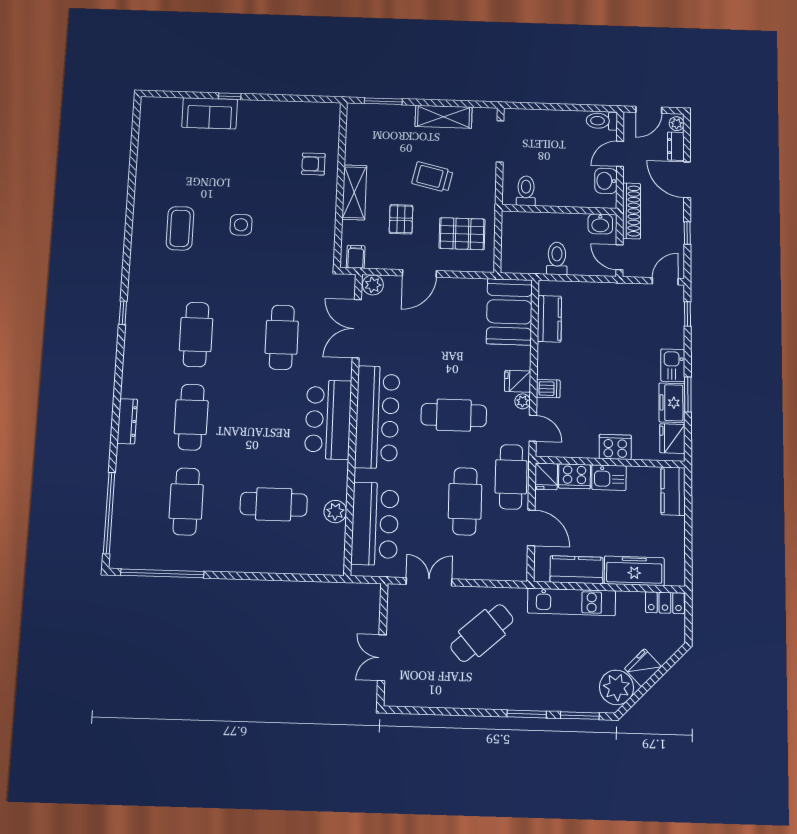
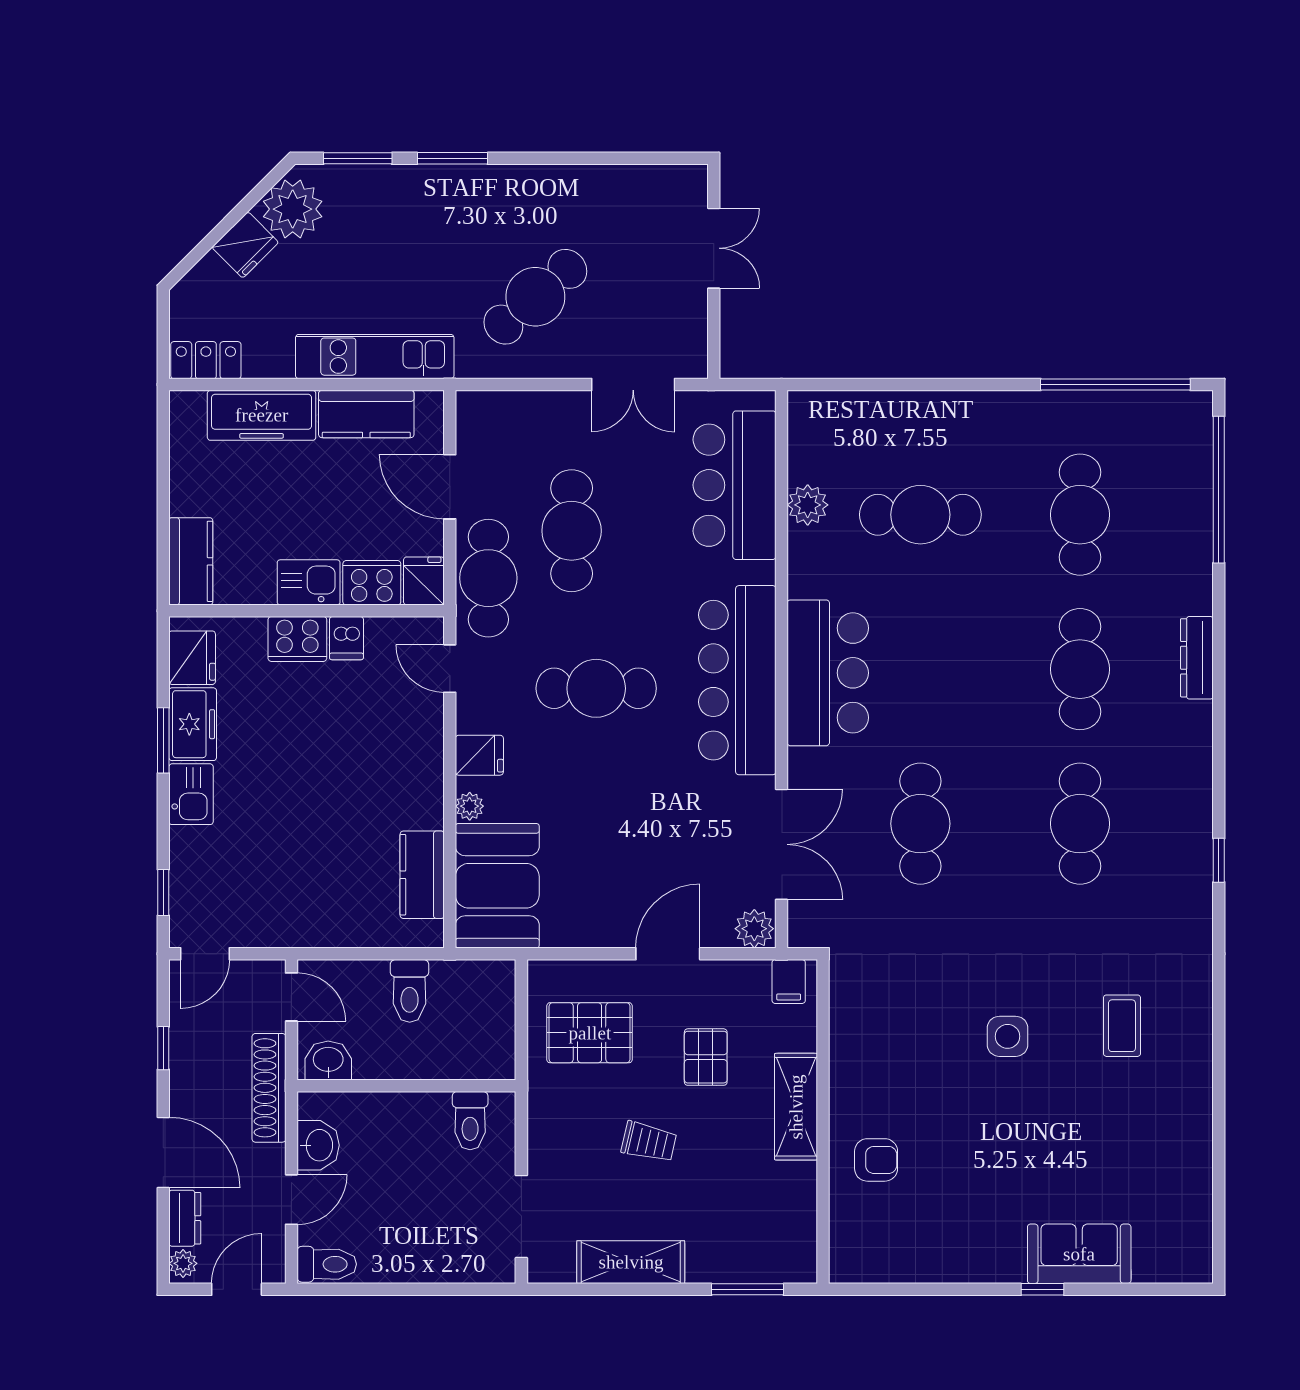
trolley: (432, 177) -> (649, 1142), width x0.73, depth x0.72
coffee table: (180, 228) -> (1122, 1026), width x0.73, depth x0.77
dishwasher: (548, 389) -> (346, 638), moved, turned -90
plant: (523, 401) -> (470, 806), moved

